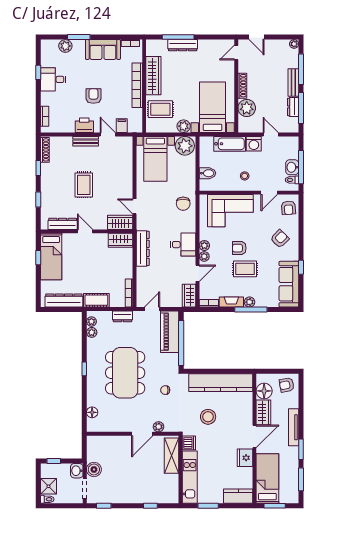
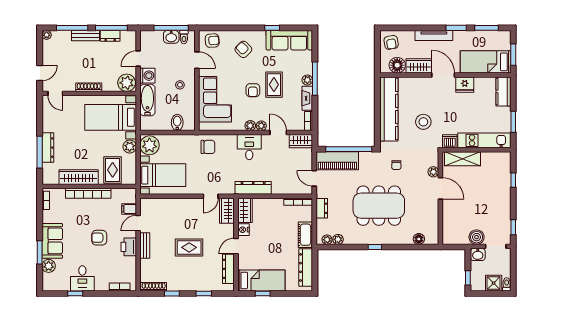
sofa: (103, 49) -> (52, 241), moved
plant: (247, 108) -> (127, 83), moved
nightstand: (101, 239) -> (243, 230), added

